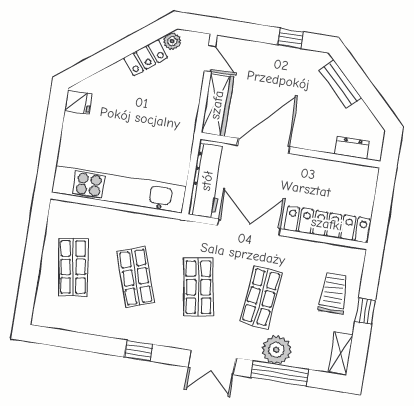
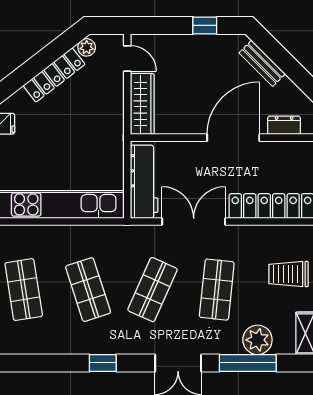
locker: (146, 58) -> (54, 75), width x1.53
door: (264, 146) -> (233, 138), moved
shop shelf: (198, 287) -> (152, 290), turned 33
trolley: (333, 293) -> (288, 274), turned -90
plant: (276, 350) -> (257, 340), moved

